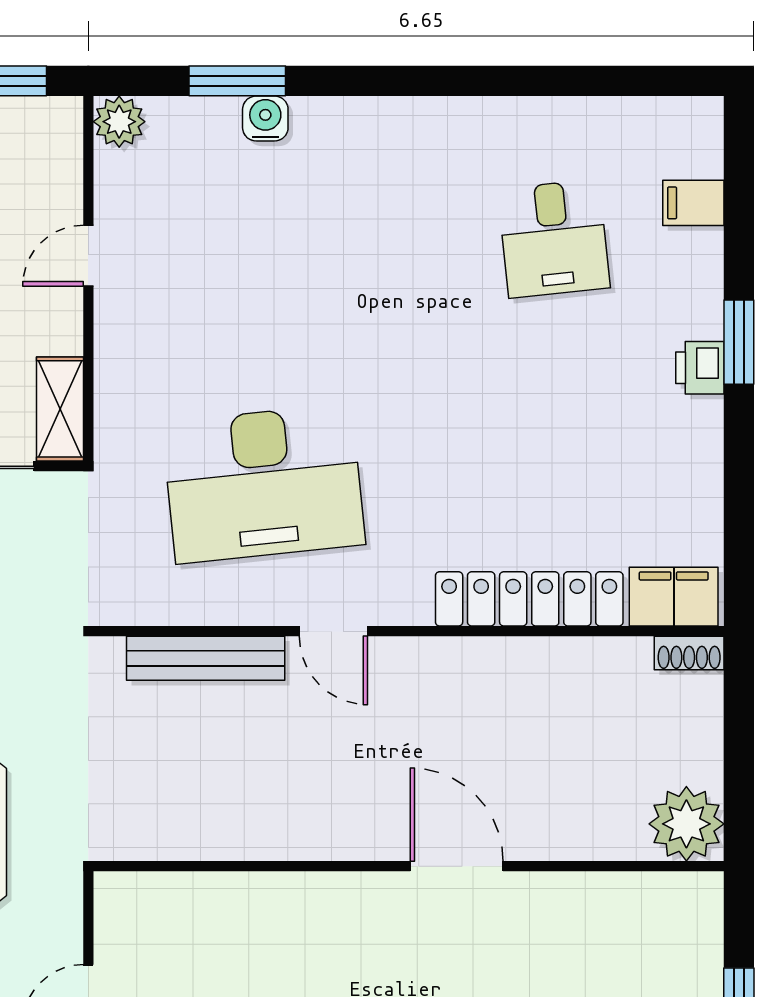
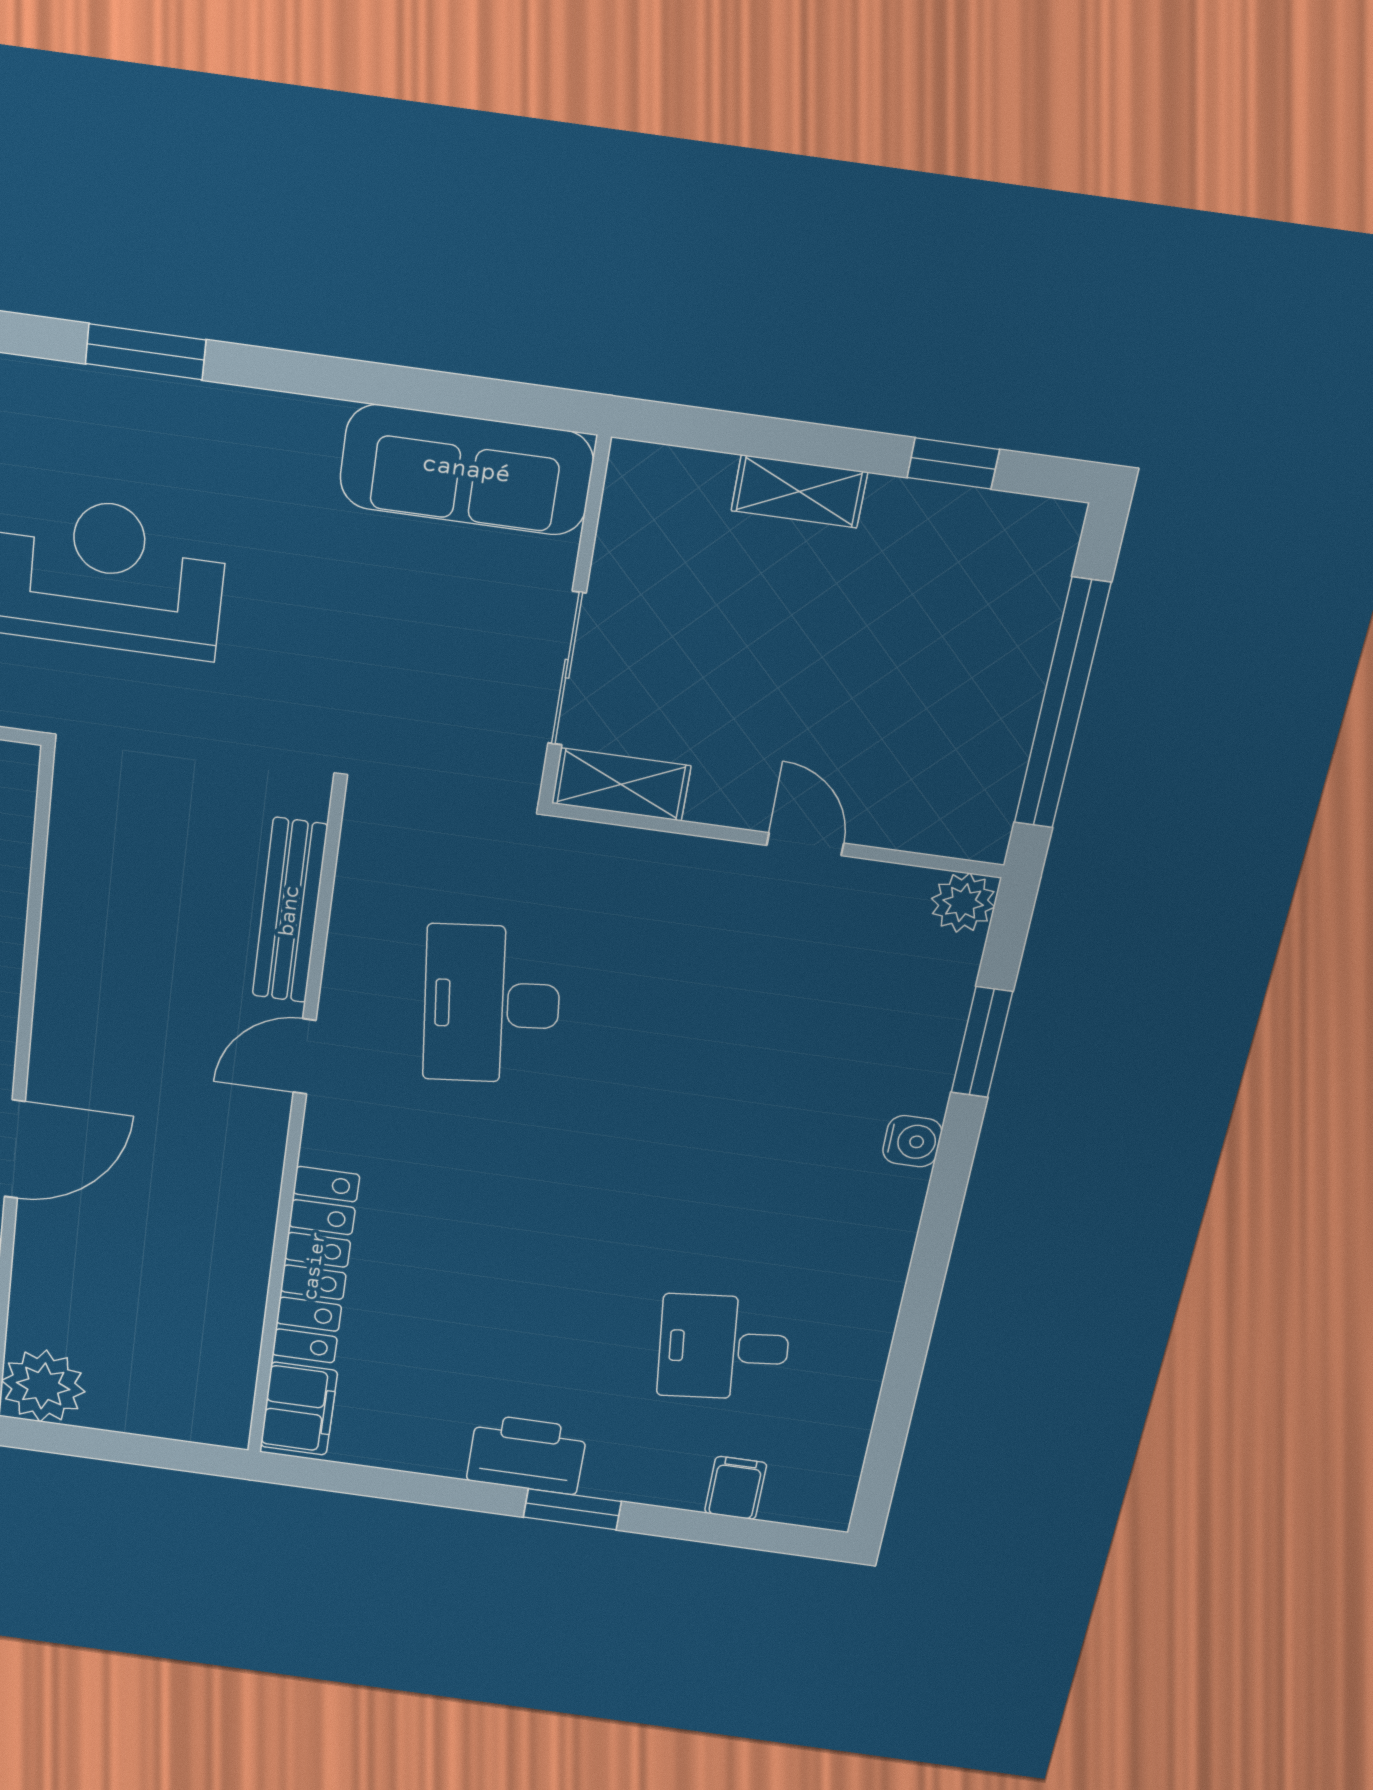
water cooler: (265, 118) -> (912, 1141), moved
printer: (700, 368) -> (527, 1454), width x1.87, depth x1.48
desk: (263, 484) -> (492, 1004), width x0.73, depth x0.77
shoe rack: (689, 653) -> (234, 1415), removed

